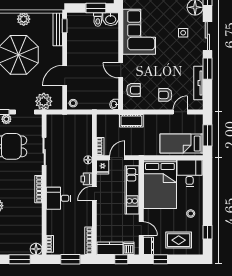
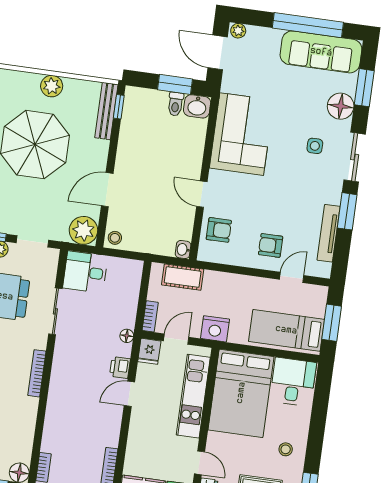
plant: (44, 101) -> (83, 230), moved
cot: (131, 121) -> (183, 277), moved
nightstand: (139, 148) -> (215, 329), added
desk: (59, 198) -> (85, 272), moved

